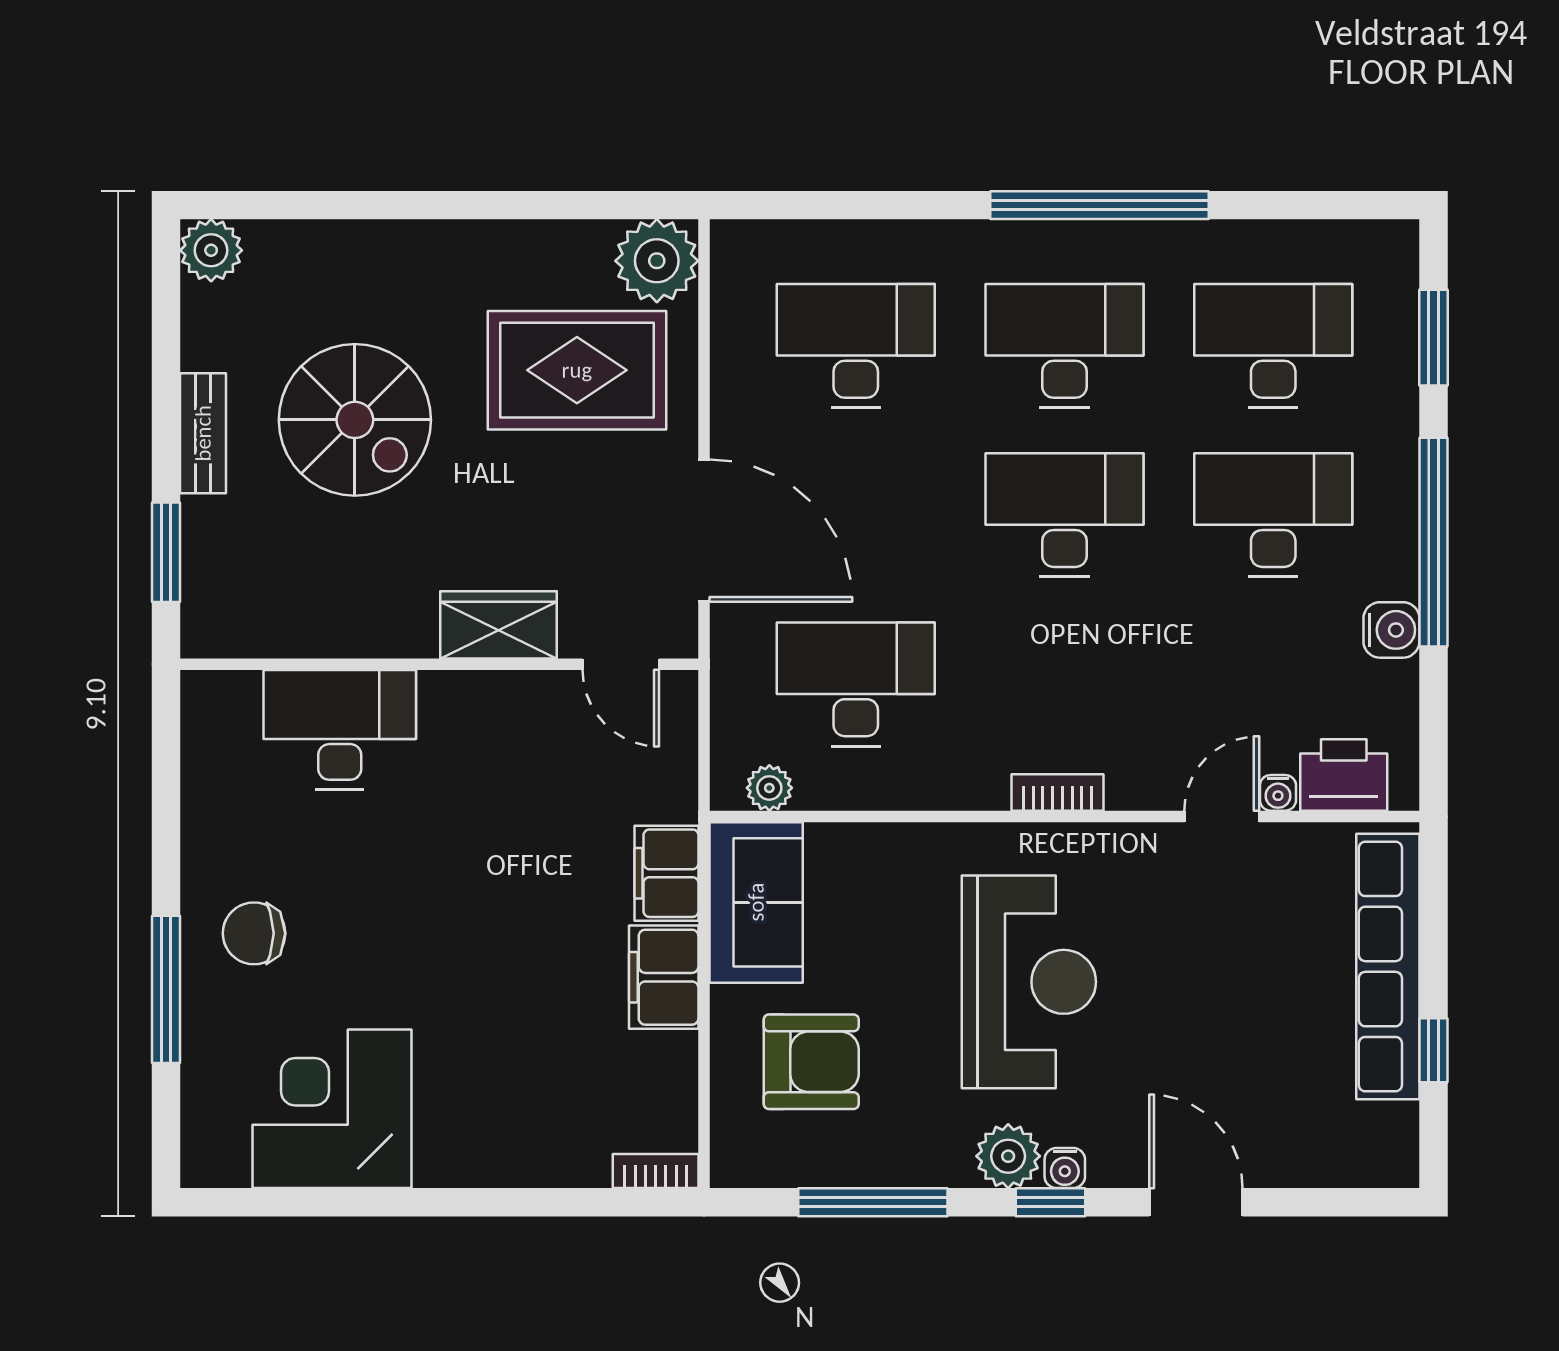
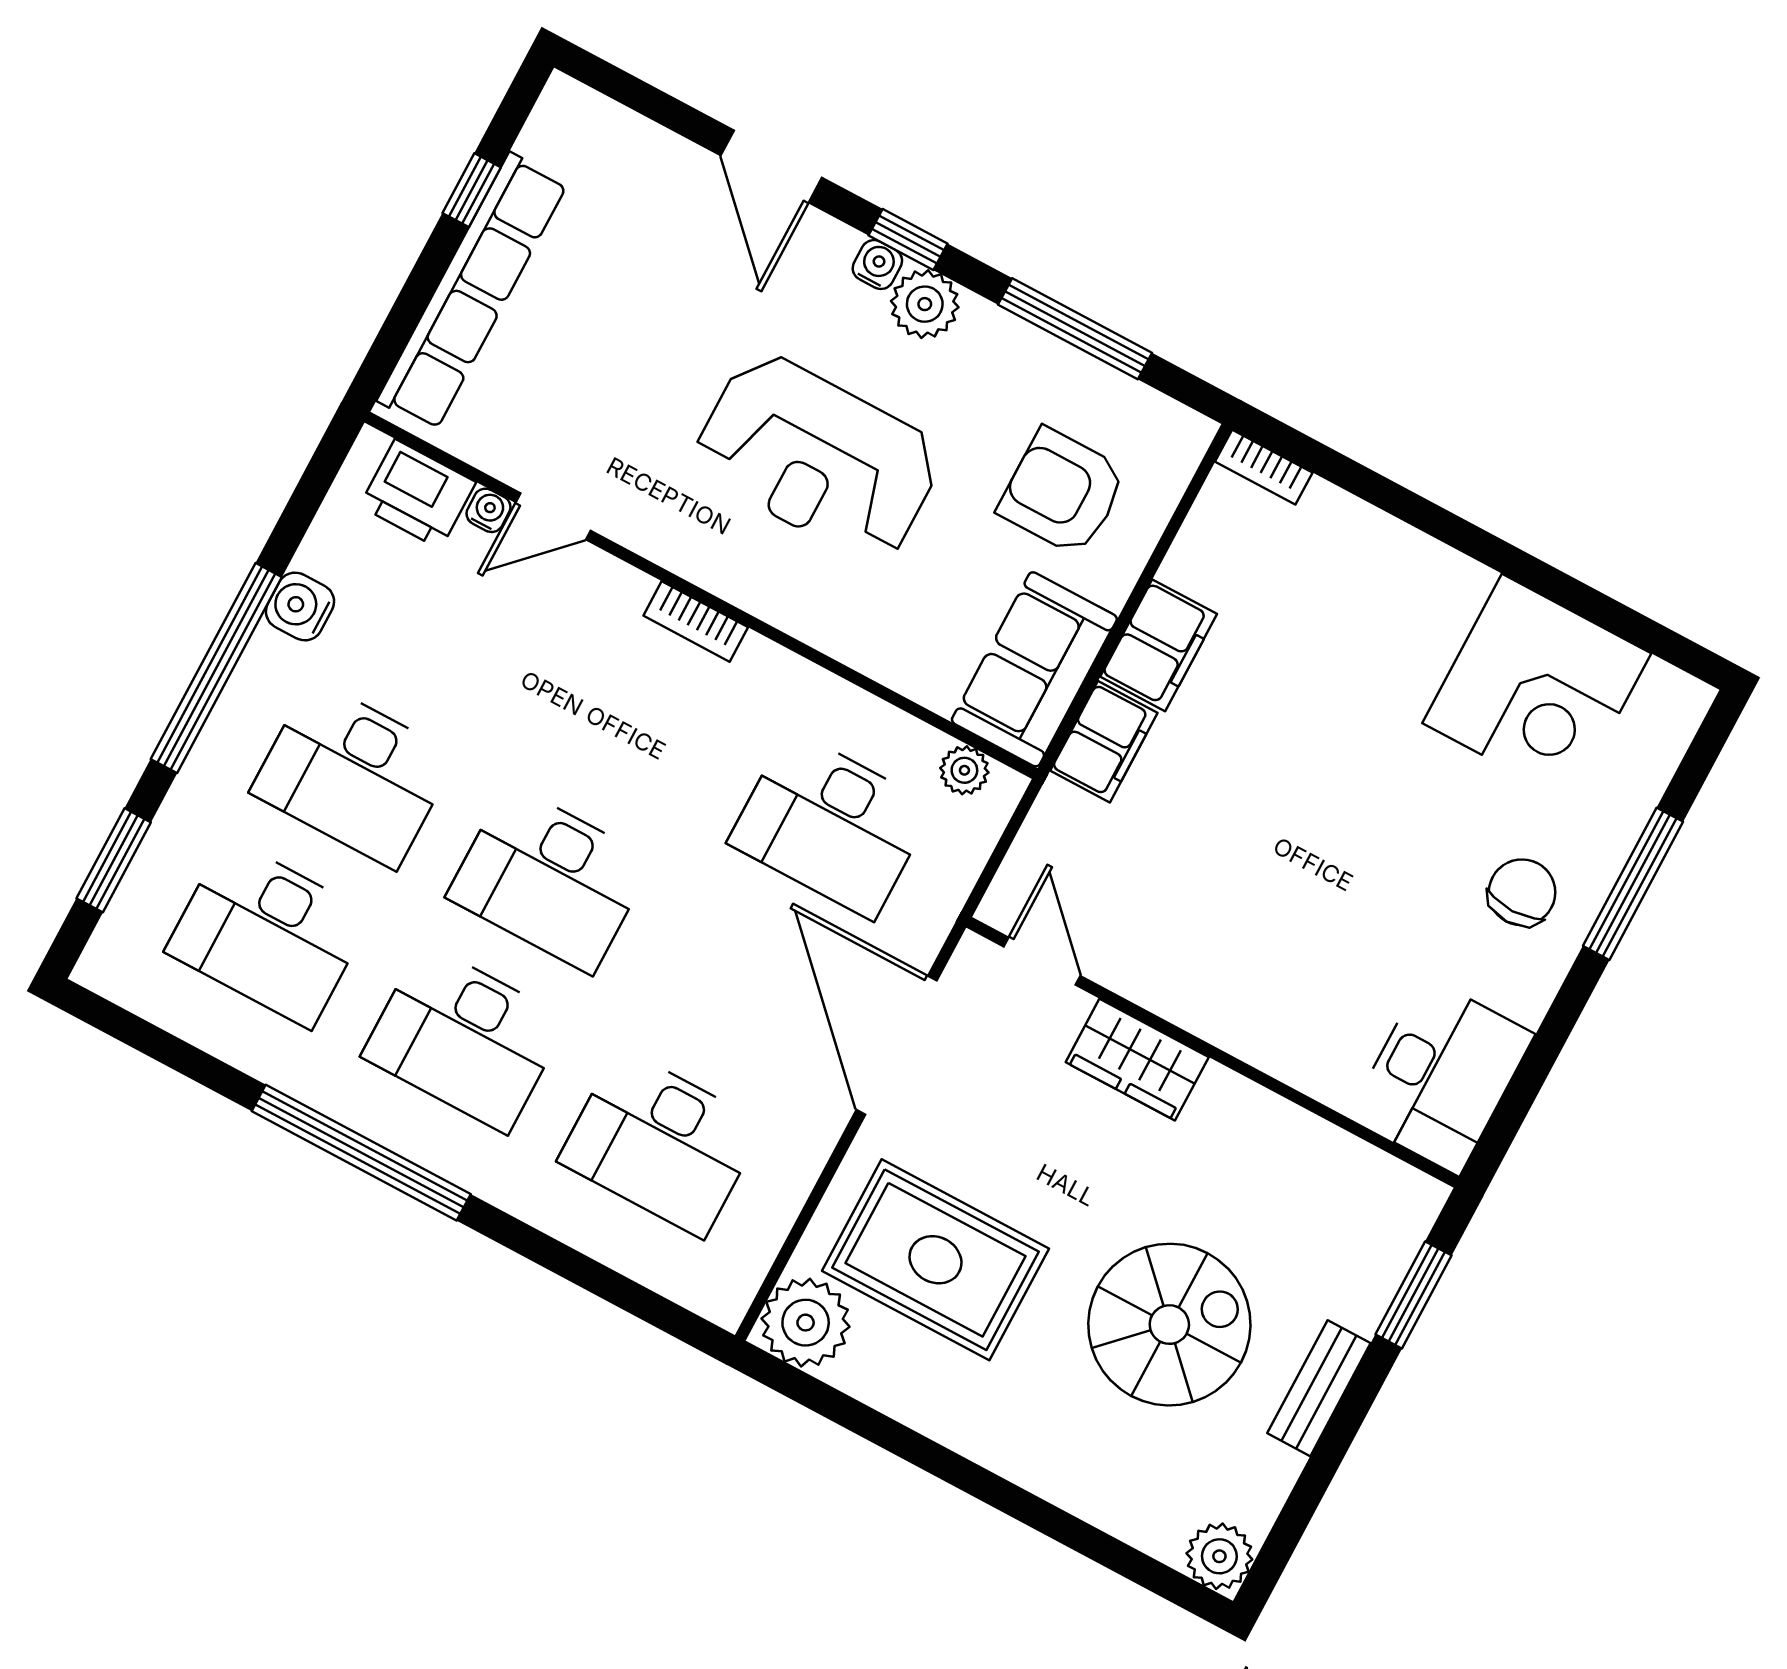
spiral stairs: (355, 420) -> (1169, 1325), turned 90
desk: (340, 730) -> (1441, 1076), moved, turned -90
chair: (254, 933) -> (1522, 892), turned -90
reception desk: (1029, 982) -> (818, 458), turned -90

